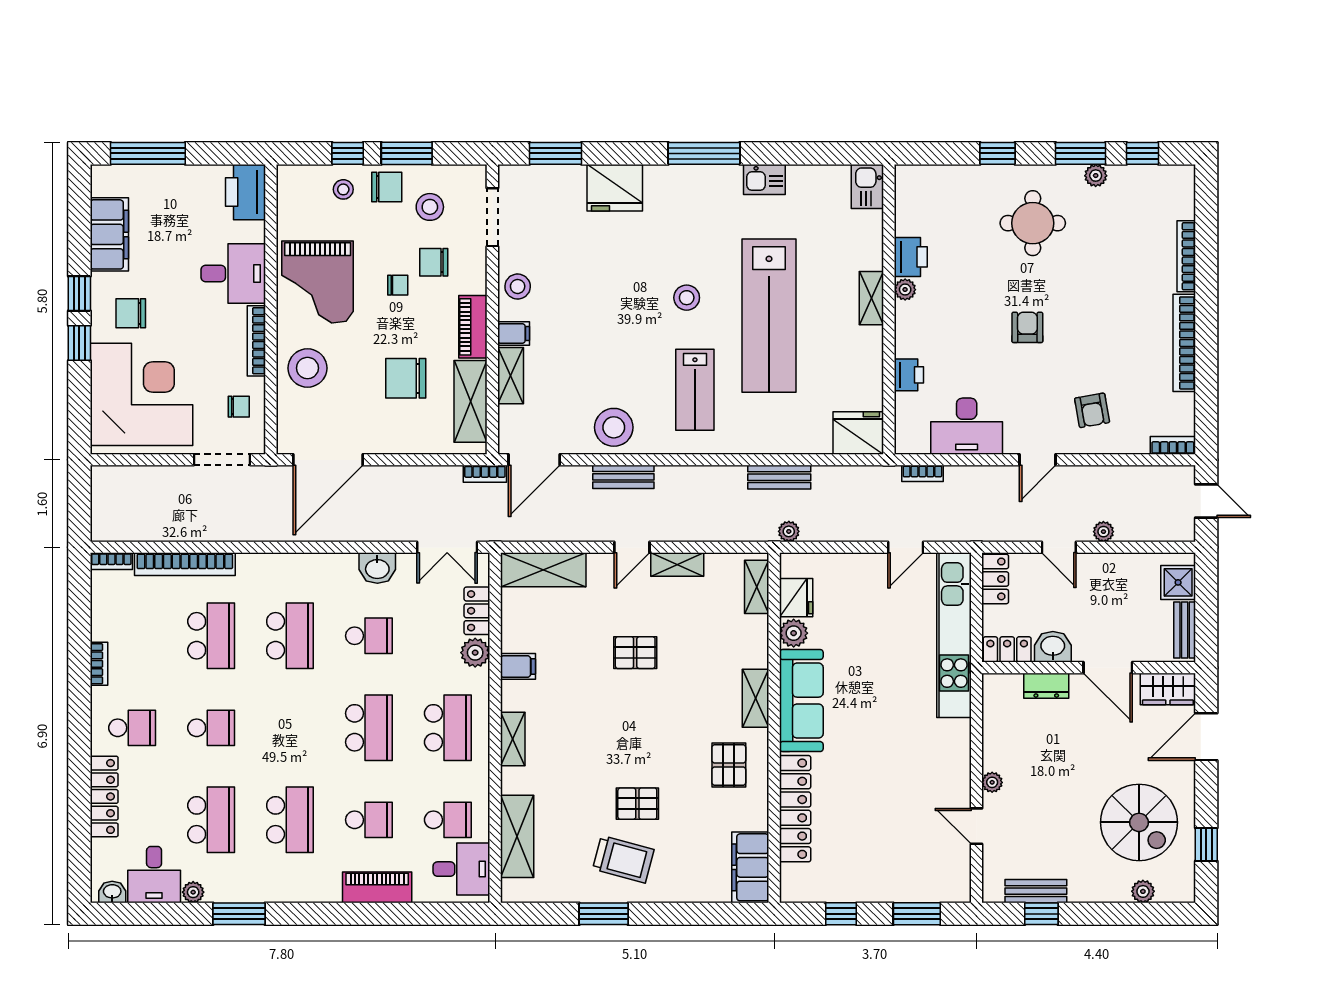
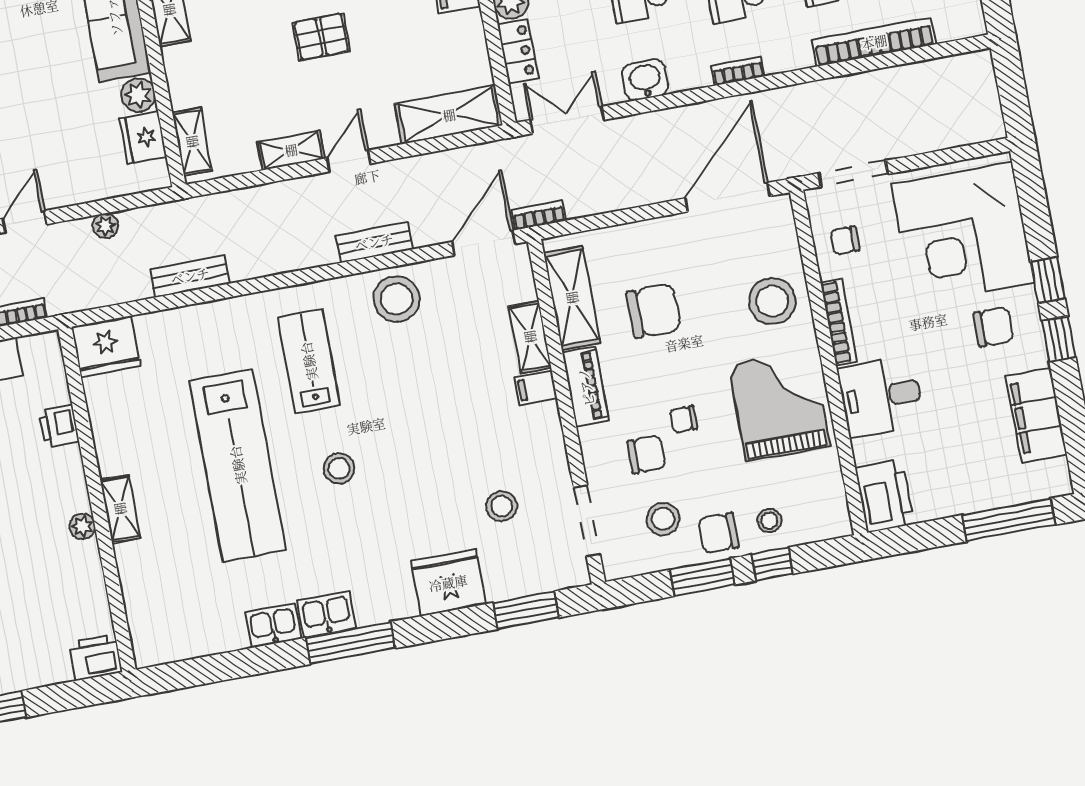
kitchen sink: (867, 187) -> (326, 614), moved, turned -90
printer: (911, 257) -> (96, 657), moved, turned 90
stool: (518, 287) -> (502, 506), moved
lab bench: (769, 316) -> (238, 465), turned 180
plant: (789, 531) -> (105, 226), moved
bookcase: (111, 561) -> (738, 71), moved

